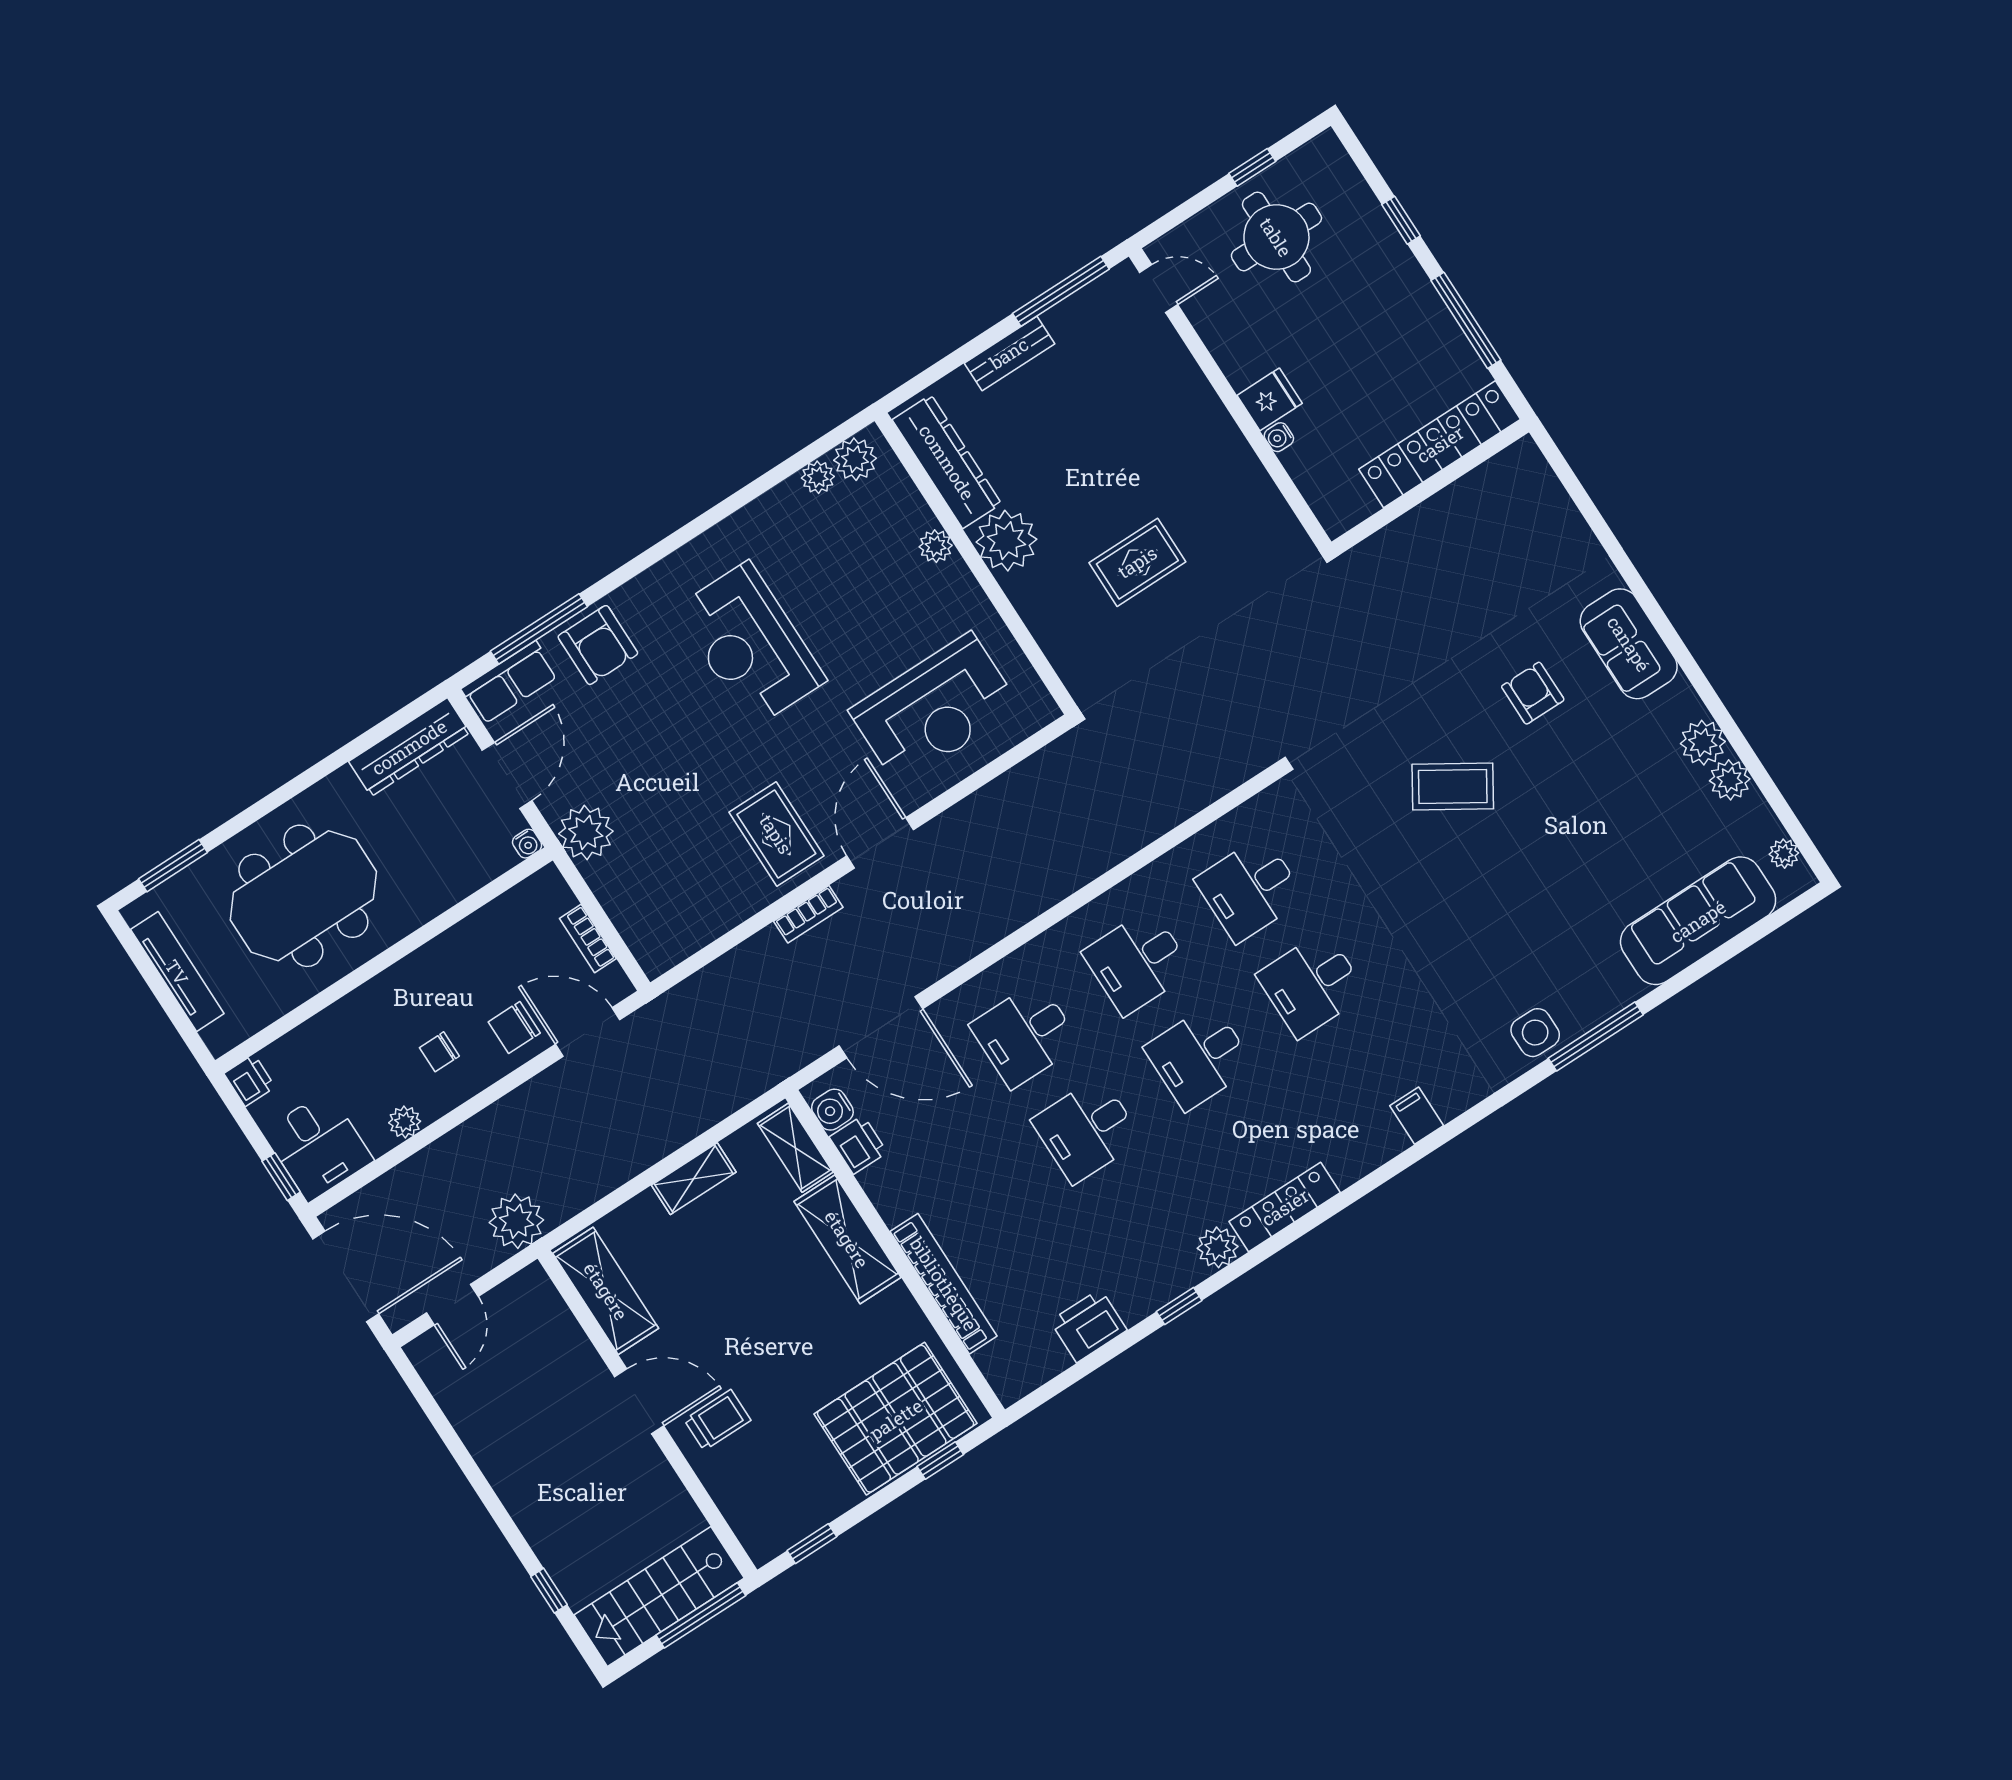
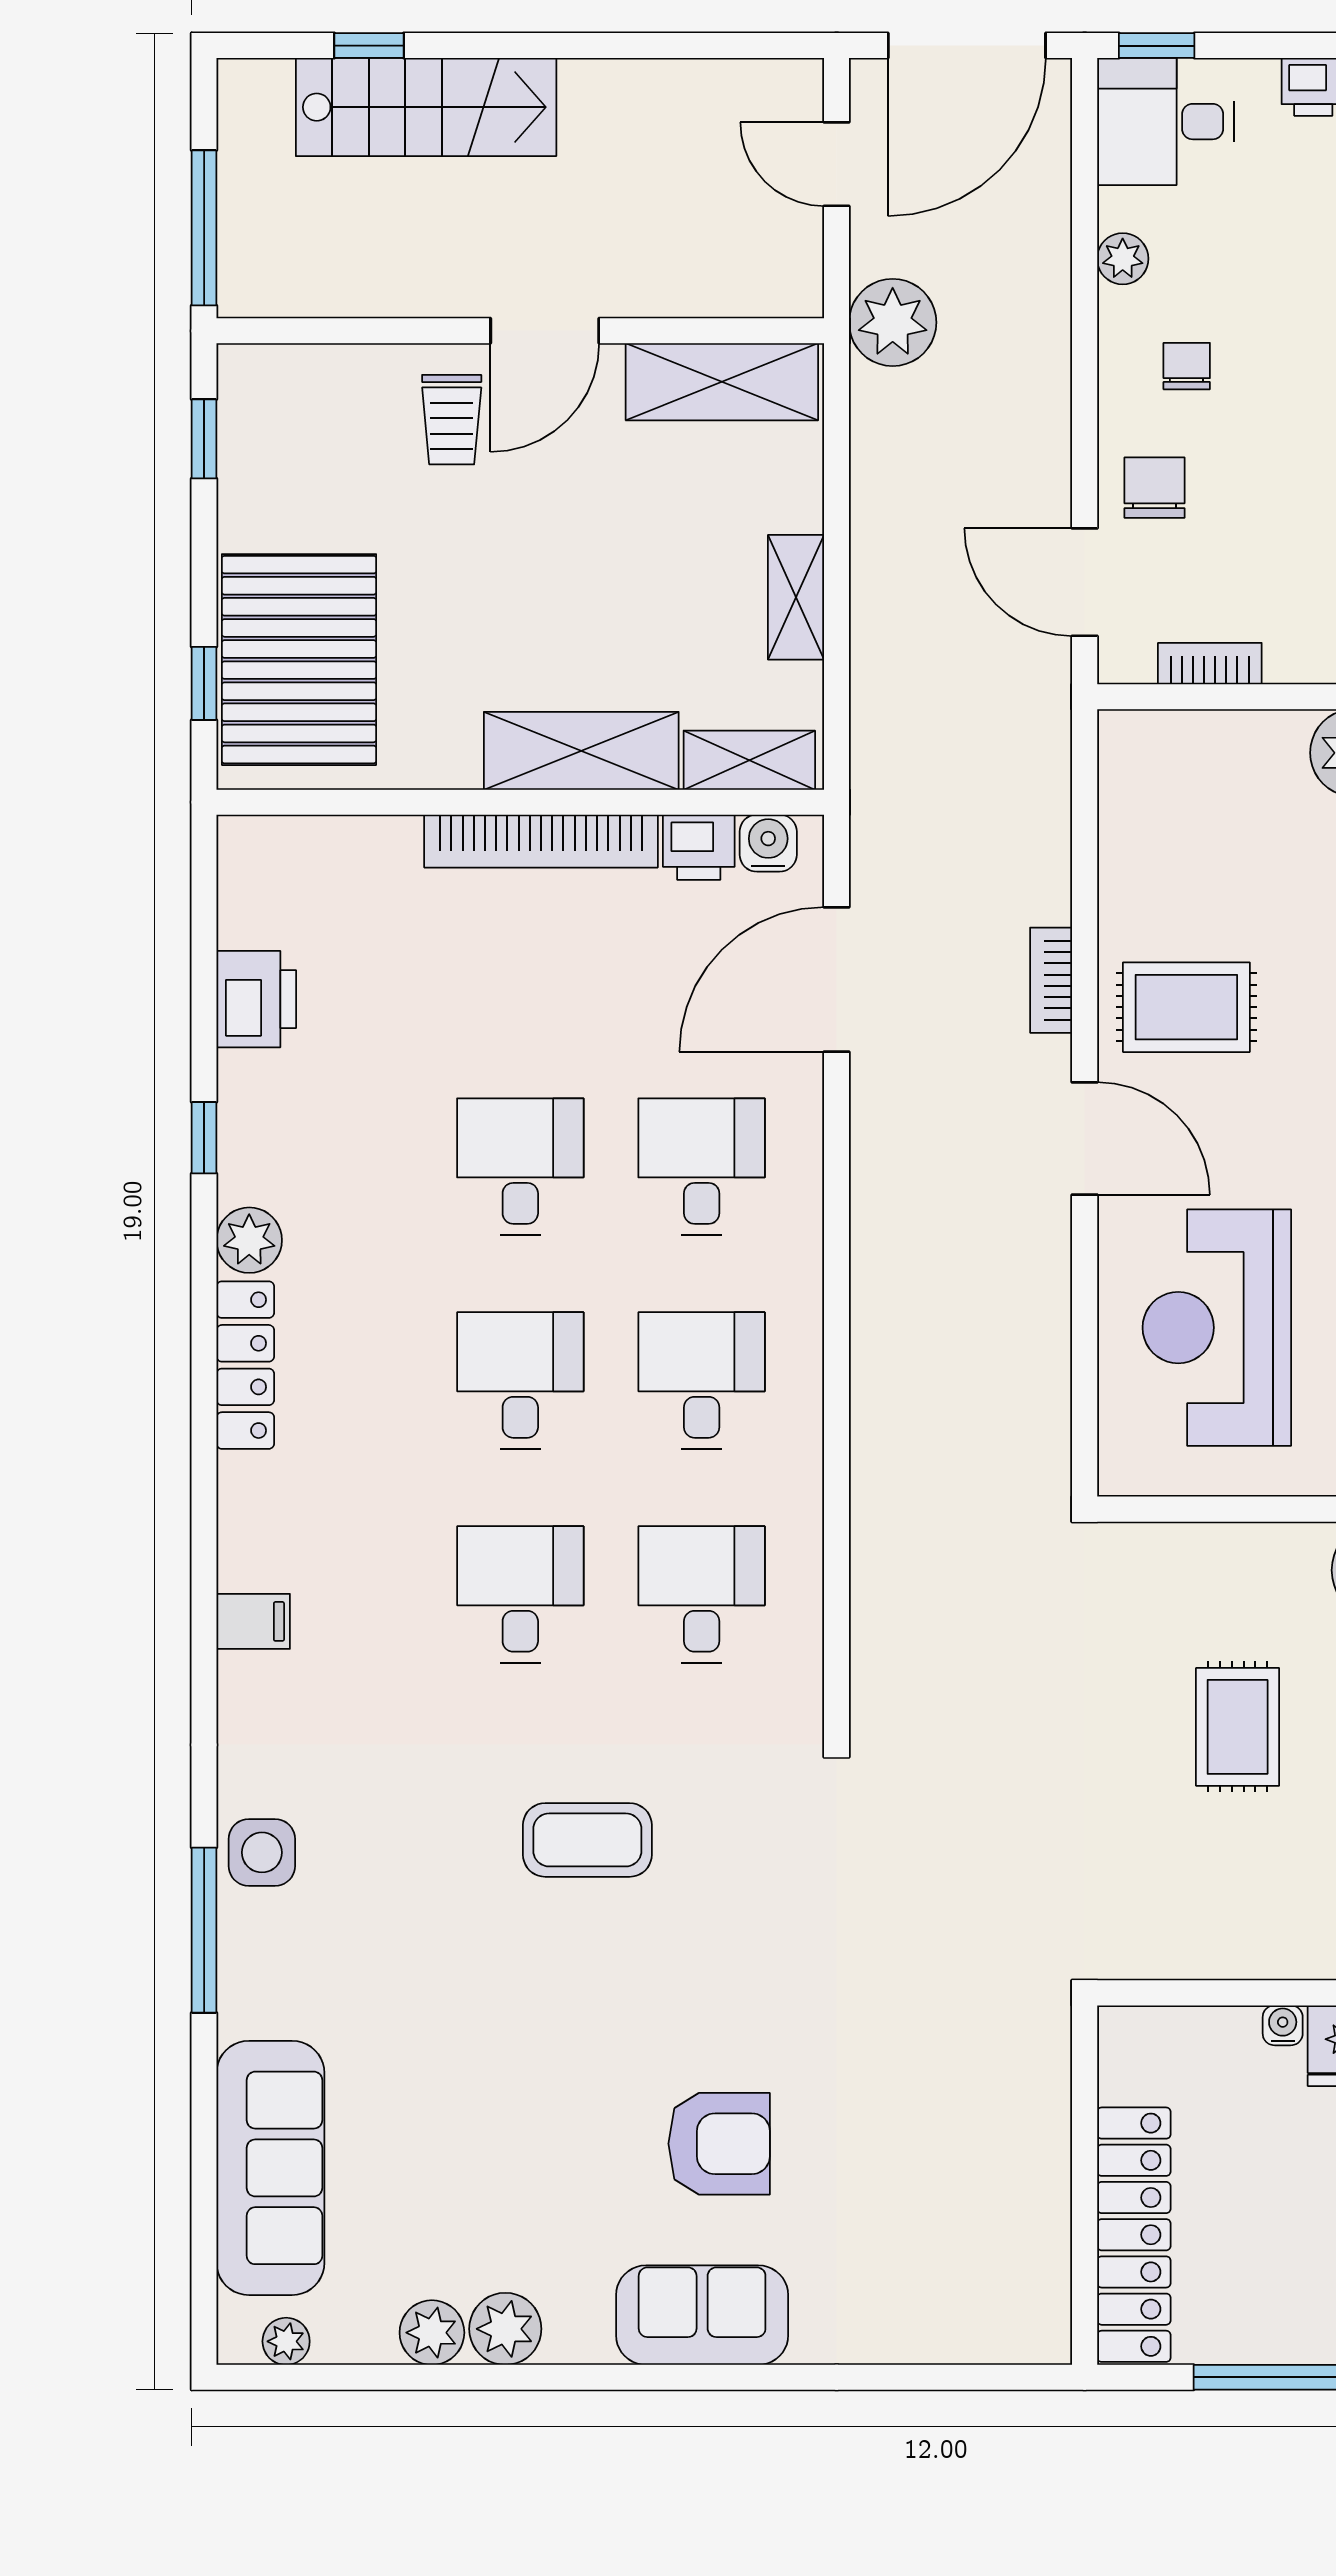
armchair: (1533, 693) -> (719, 2144), width x1.38, depth x1.38
coffee table: (1453, 786) -> (587, 1840), moved, turned 58
door: (588, 1032) -> (1085, 582), swing flipped
bookcase: (944, 1284) -> (541, 841), moved
stairs: (659, 1597) -> (426, 107), moved, turned 90

